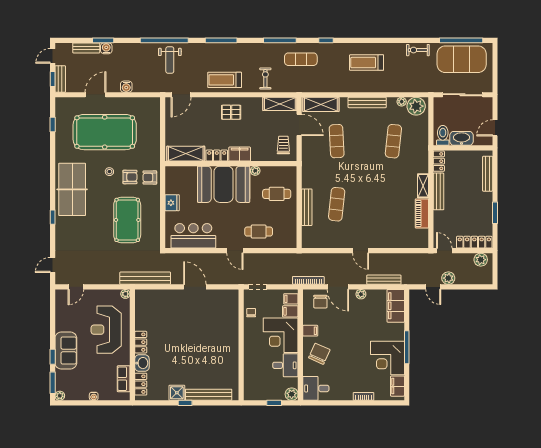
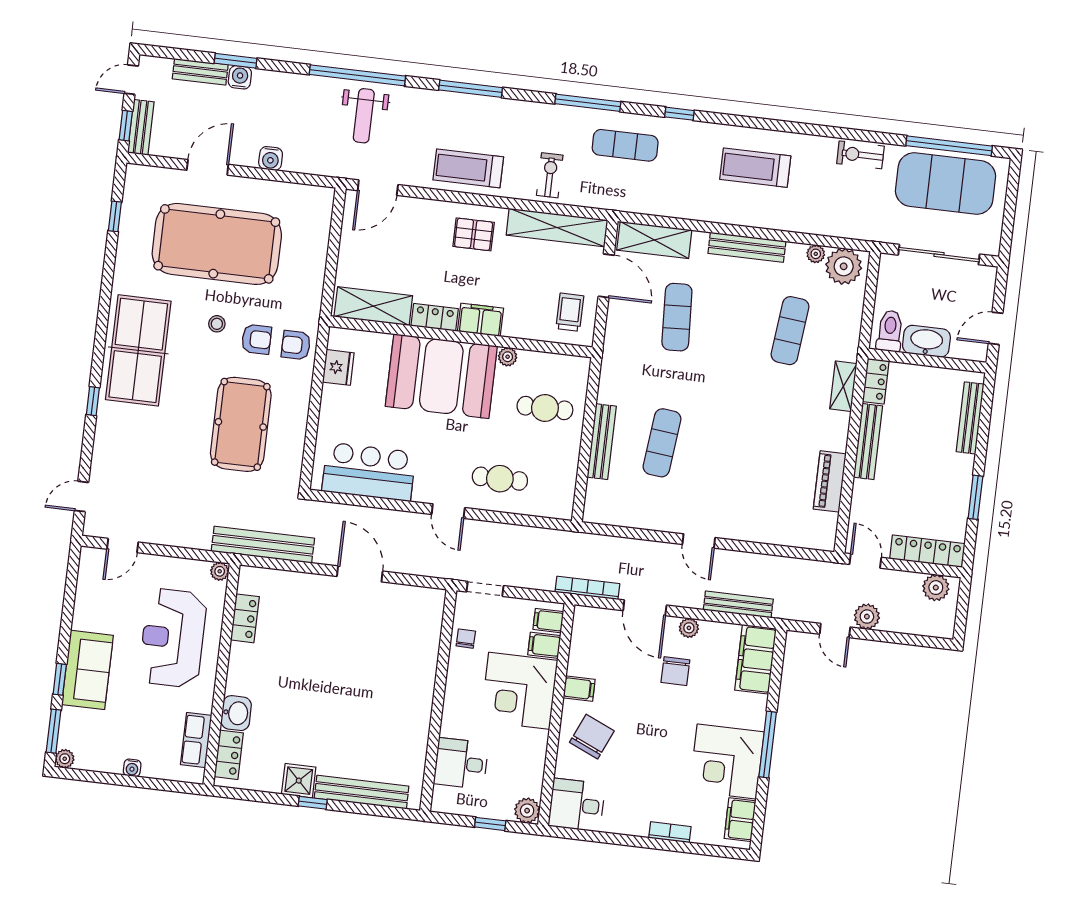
shelving: (280, 104) -> (557, 228), width x1.47
shelving: (423, 186) -> (843, 386), moved
fridge: (172, 203) -> (338, 367), moved
chair: (320, 302) -> (675, 671), moved
locker: (141, 342) -> (245, 618), moved
desk: (285, 365) -> (461, 763), moved, turned 180

